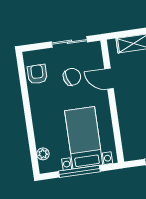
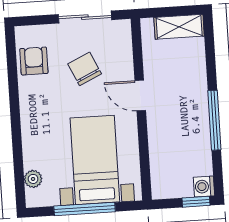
chair: (72, 77) -> (85, 69), turned -97
door: (109, 79) -> (140, 95), moved

